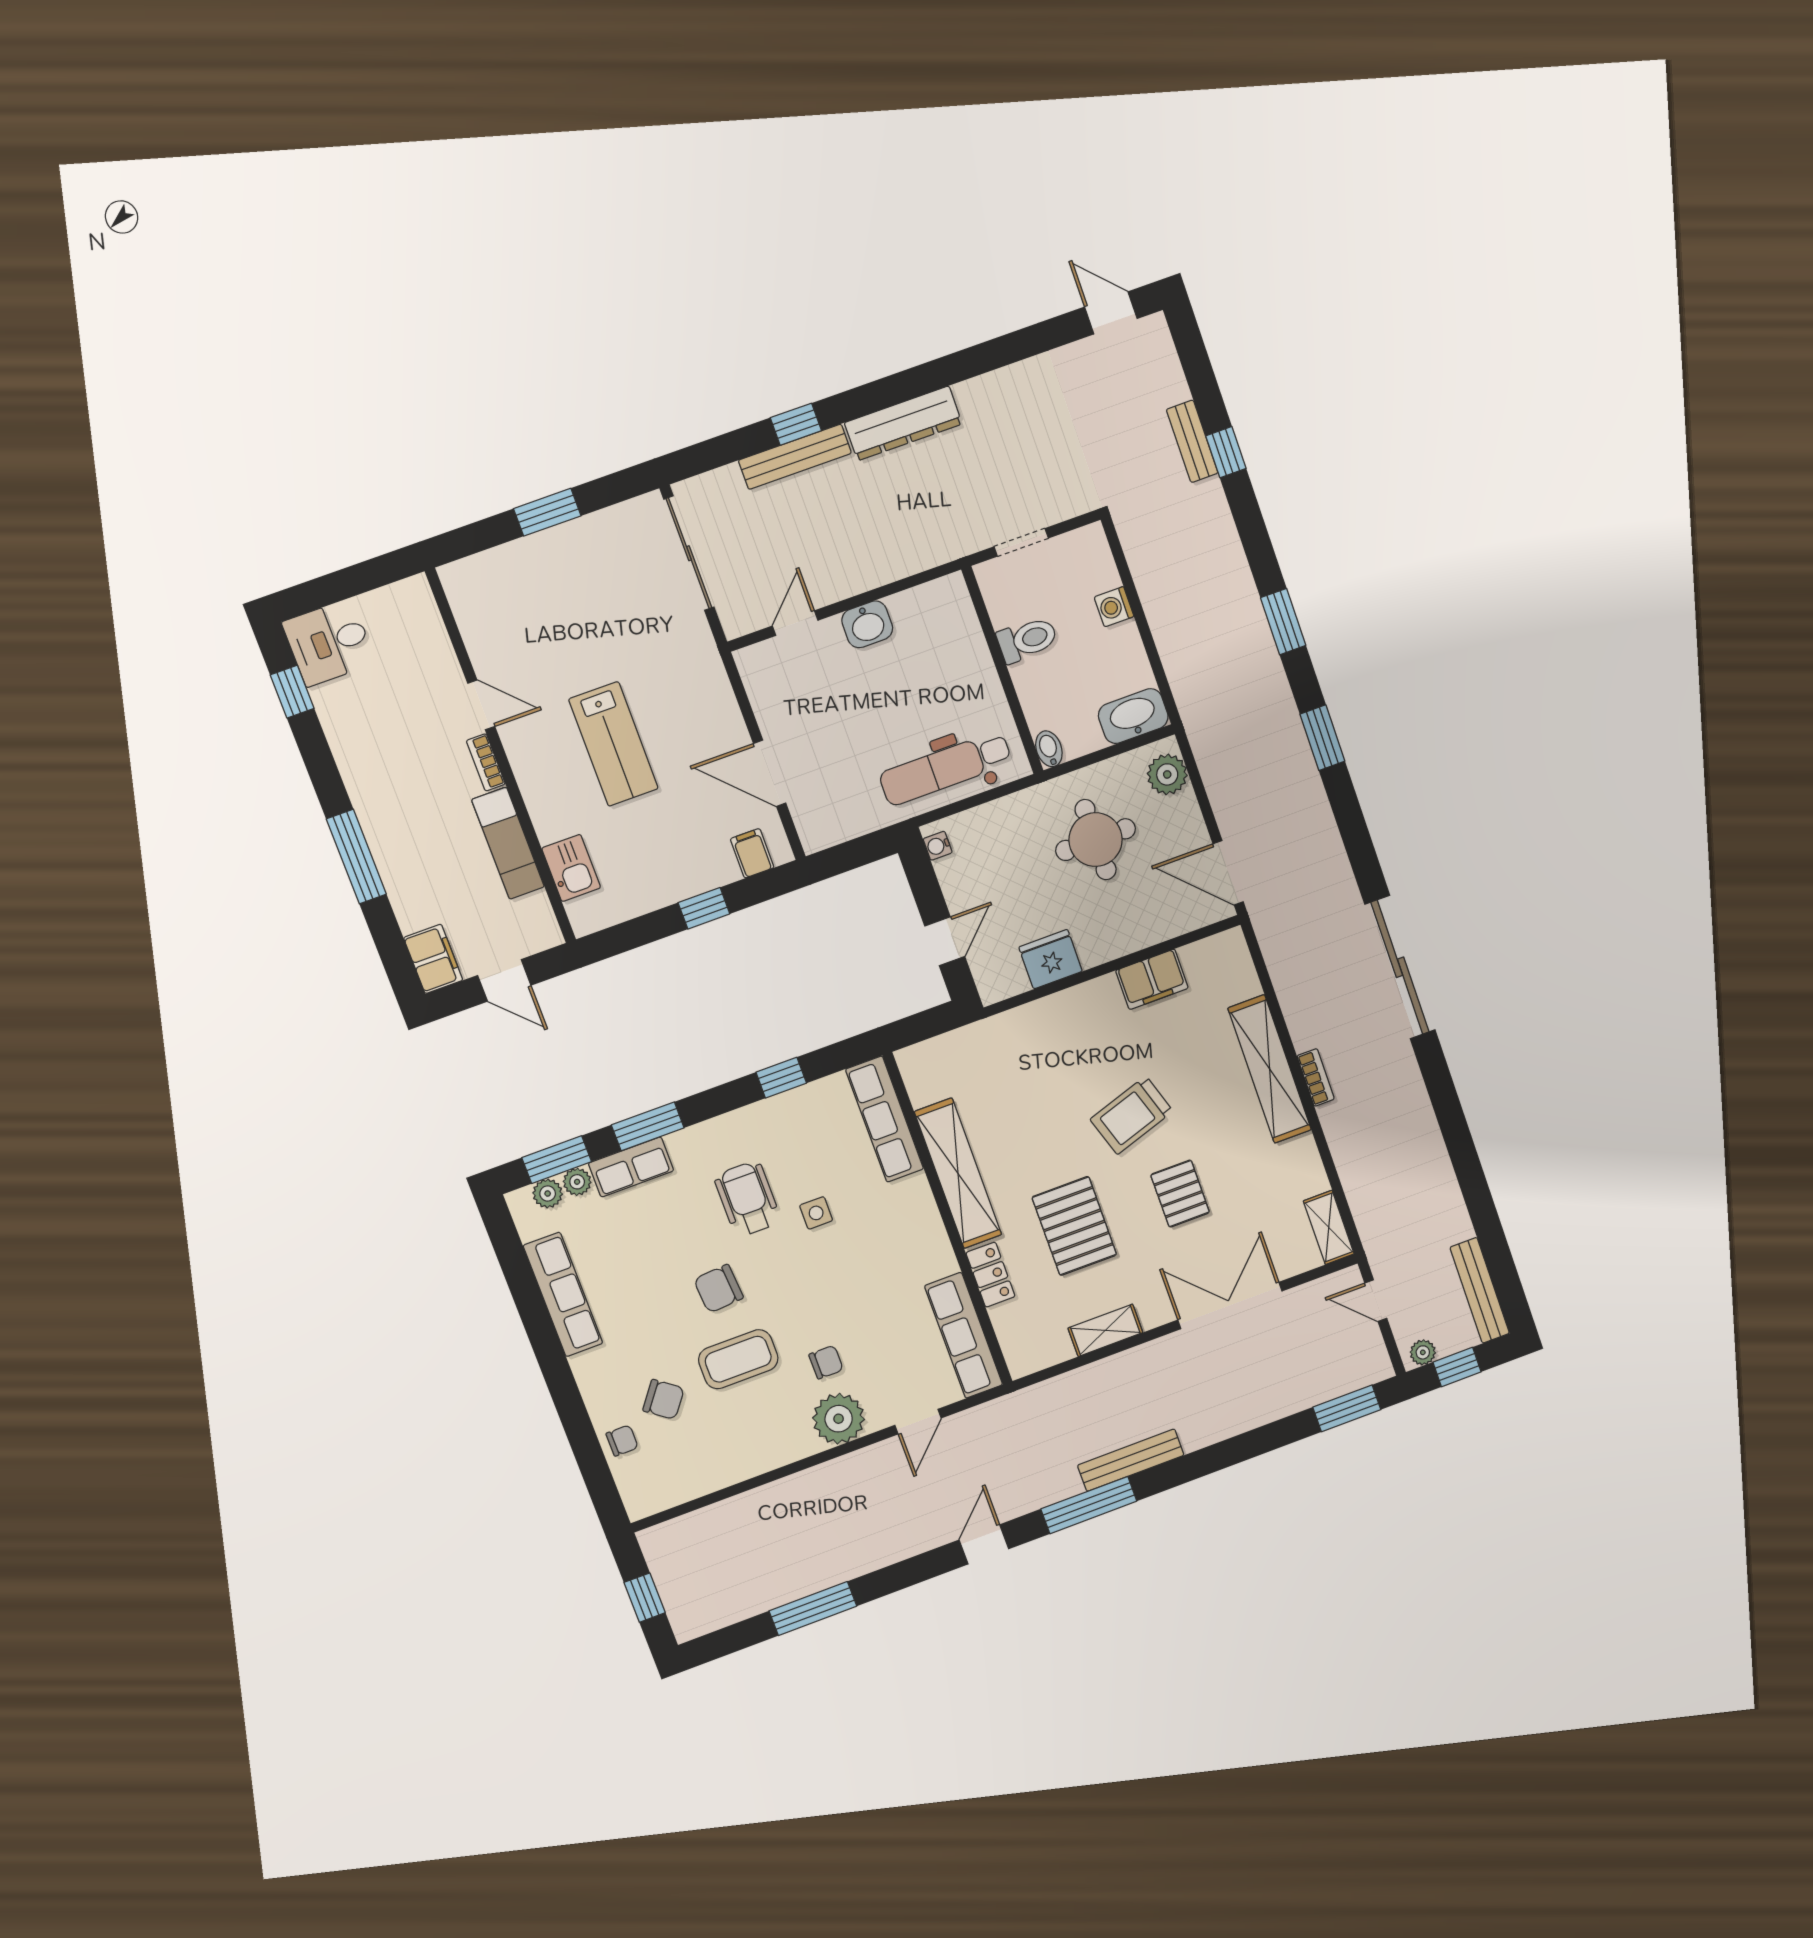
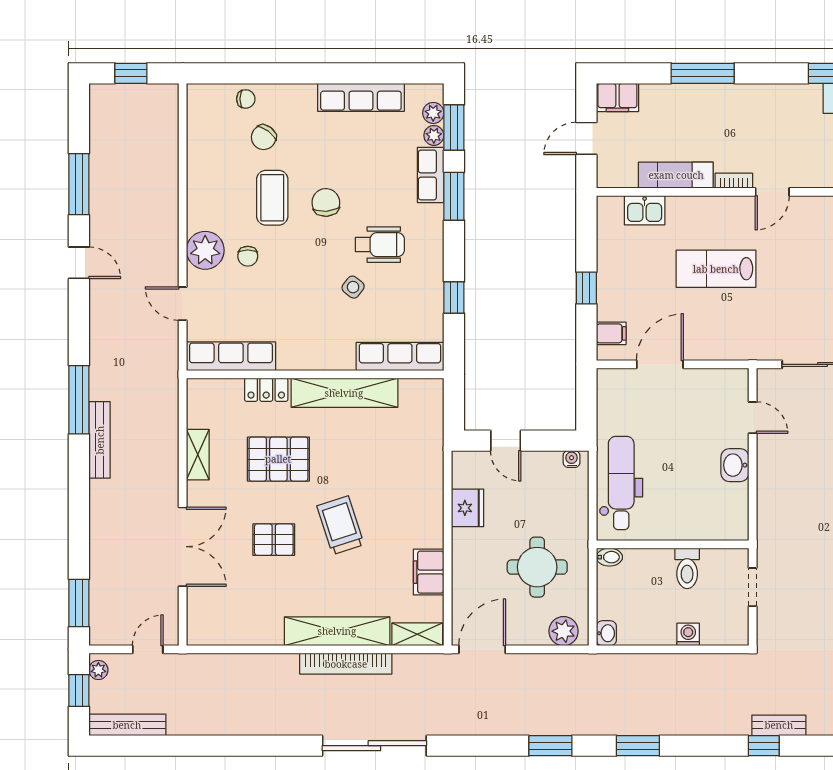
washbasin: (1133, 716) -> (606, 633), width x0.52, depth x0.69
bookcase: (1316, 1077) -> (346, 664), width x2.31, depth x1.31
side table: (816, 1213) -> (353, 287), turned 38
shelving: (1329, 1227) -> (417, 634), moved
chair: (622, 1441) -> (246, 99), turned -90
door: (984, 1544) -> (79, 263), moved

